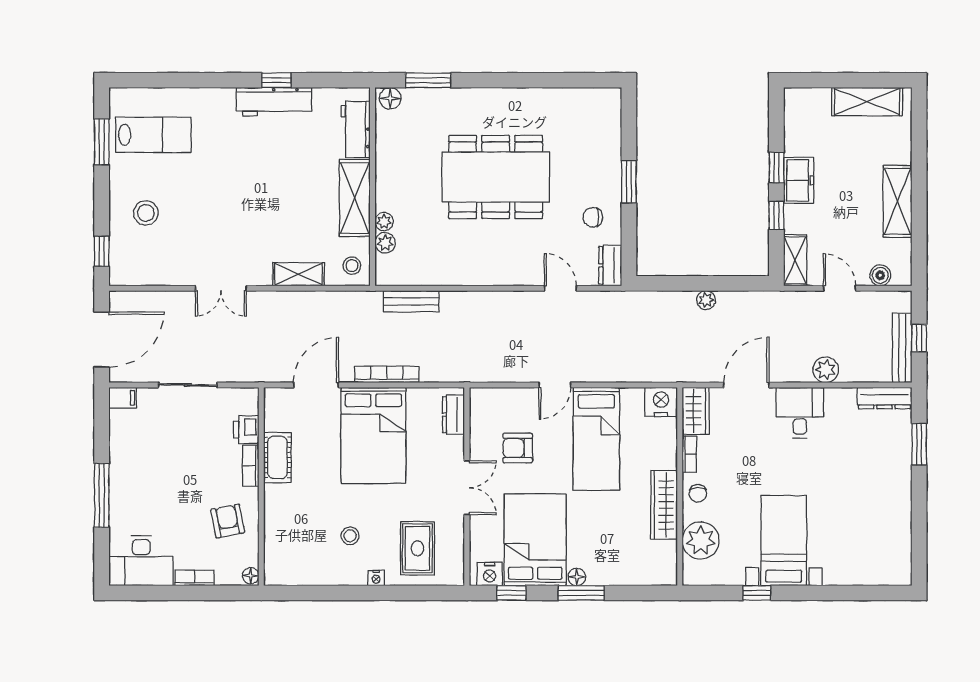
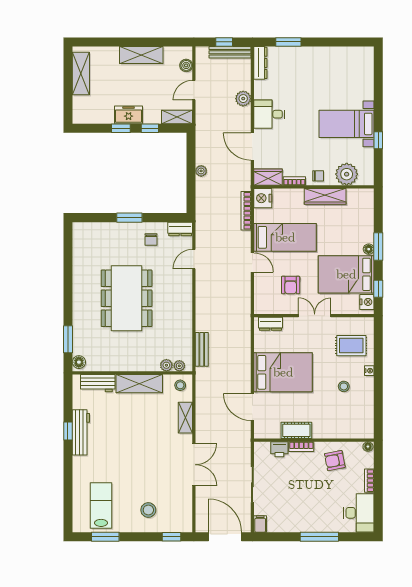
plant: (384, 222) -> (179, 366), moved
double door: (221, 288) -> (194, 465), width x1.37
bookcase: (387, 374) -> (246, 211), moved

